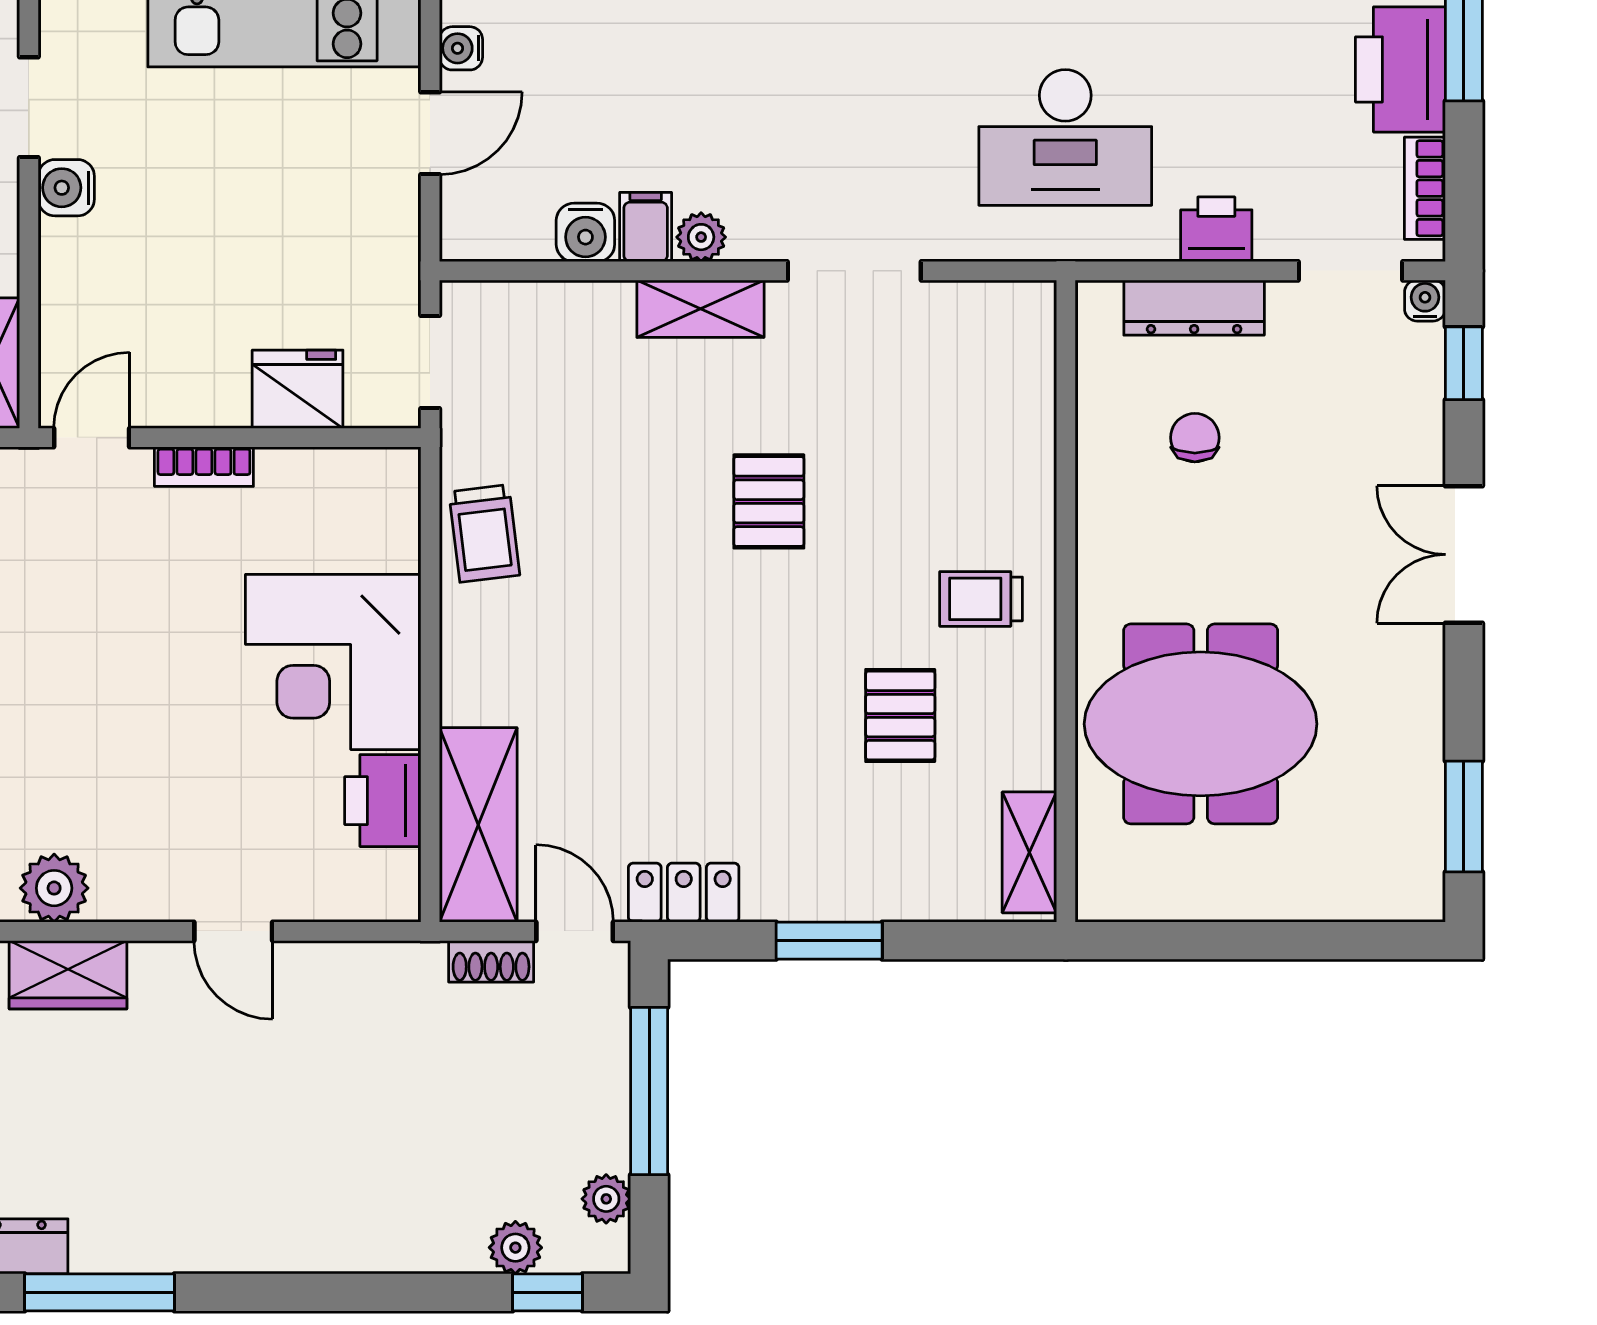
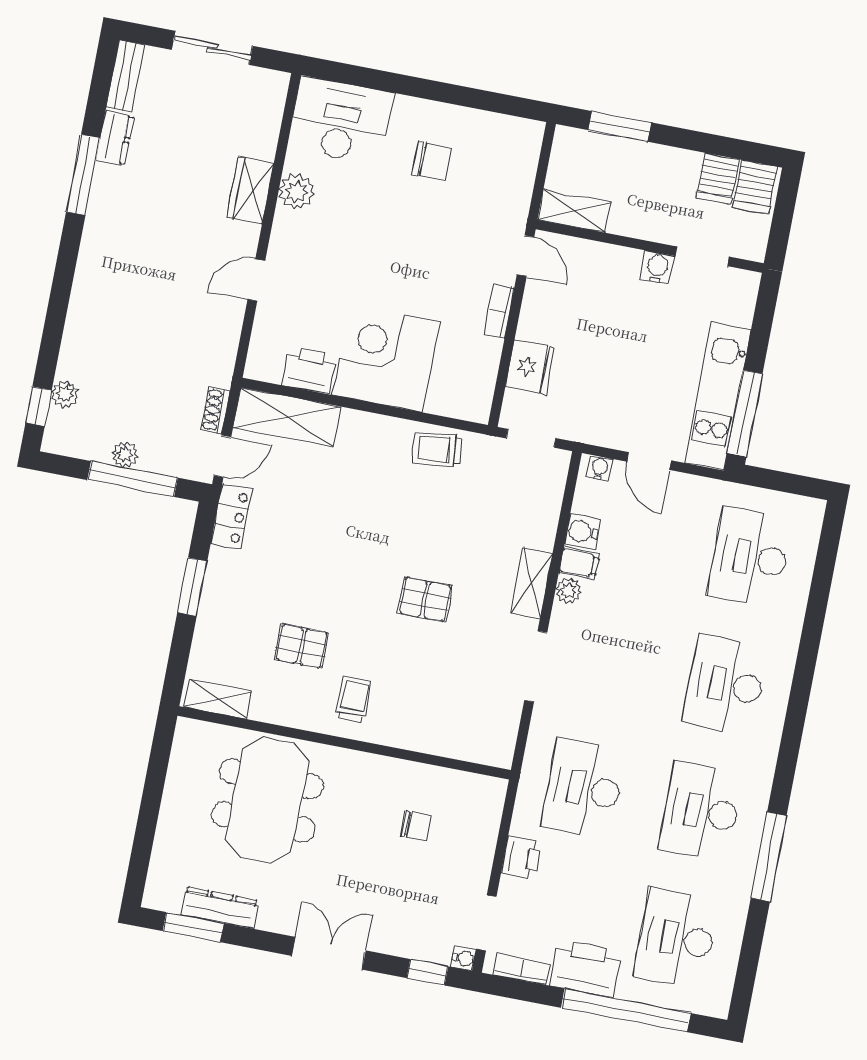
water cooler: (461, 48) -> (600, 468), moved
dresser: (1194, 308) -> (220, 908), moved, turned 90
plant: (606, 1199) -> (125, 454), moved

